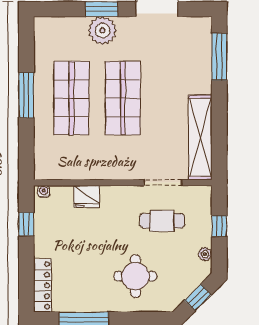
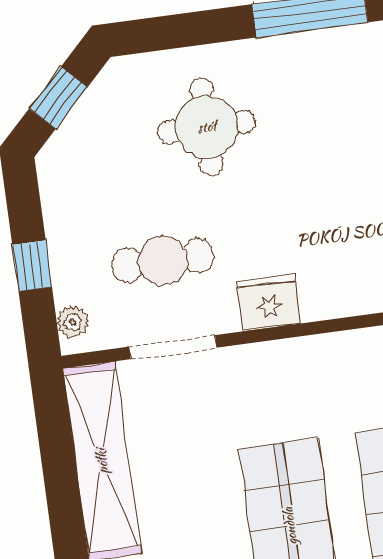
fridge: (87, 197) -> (269, 302), moved
plant: (205, 254) -> (73, 322), moved

